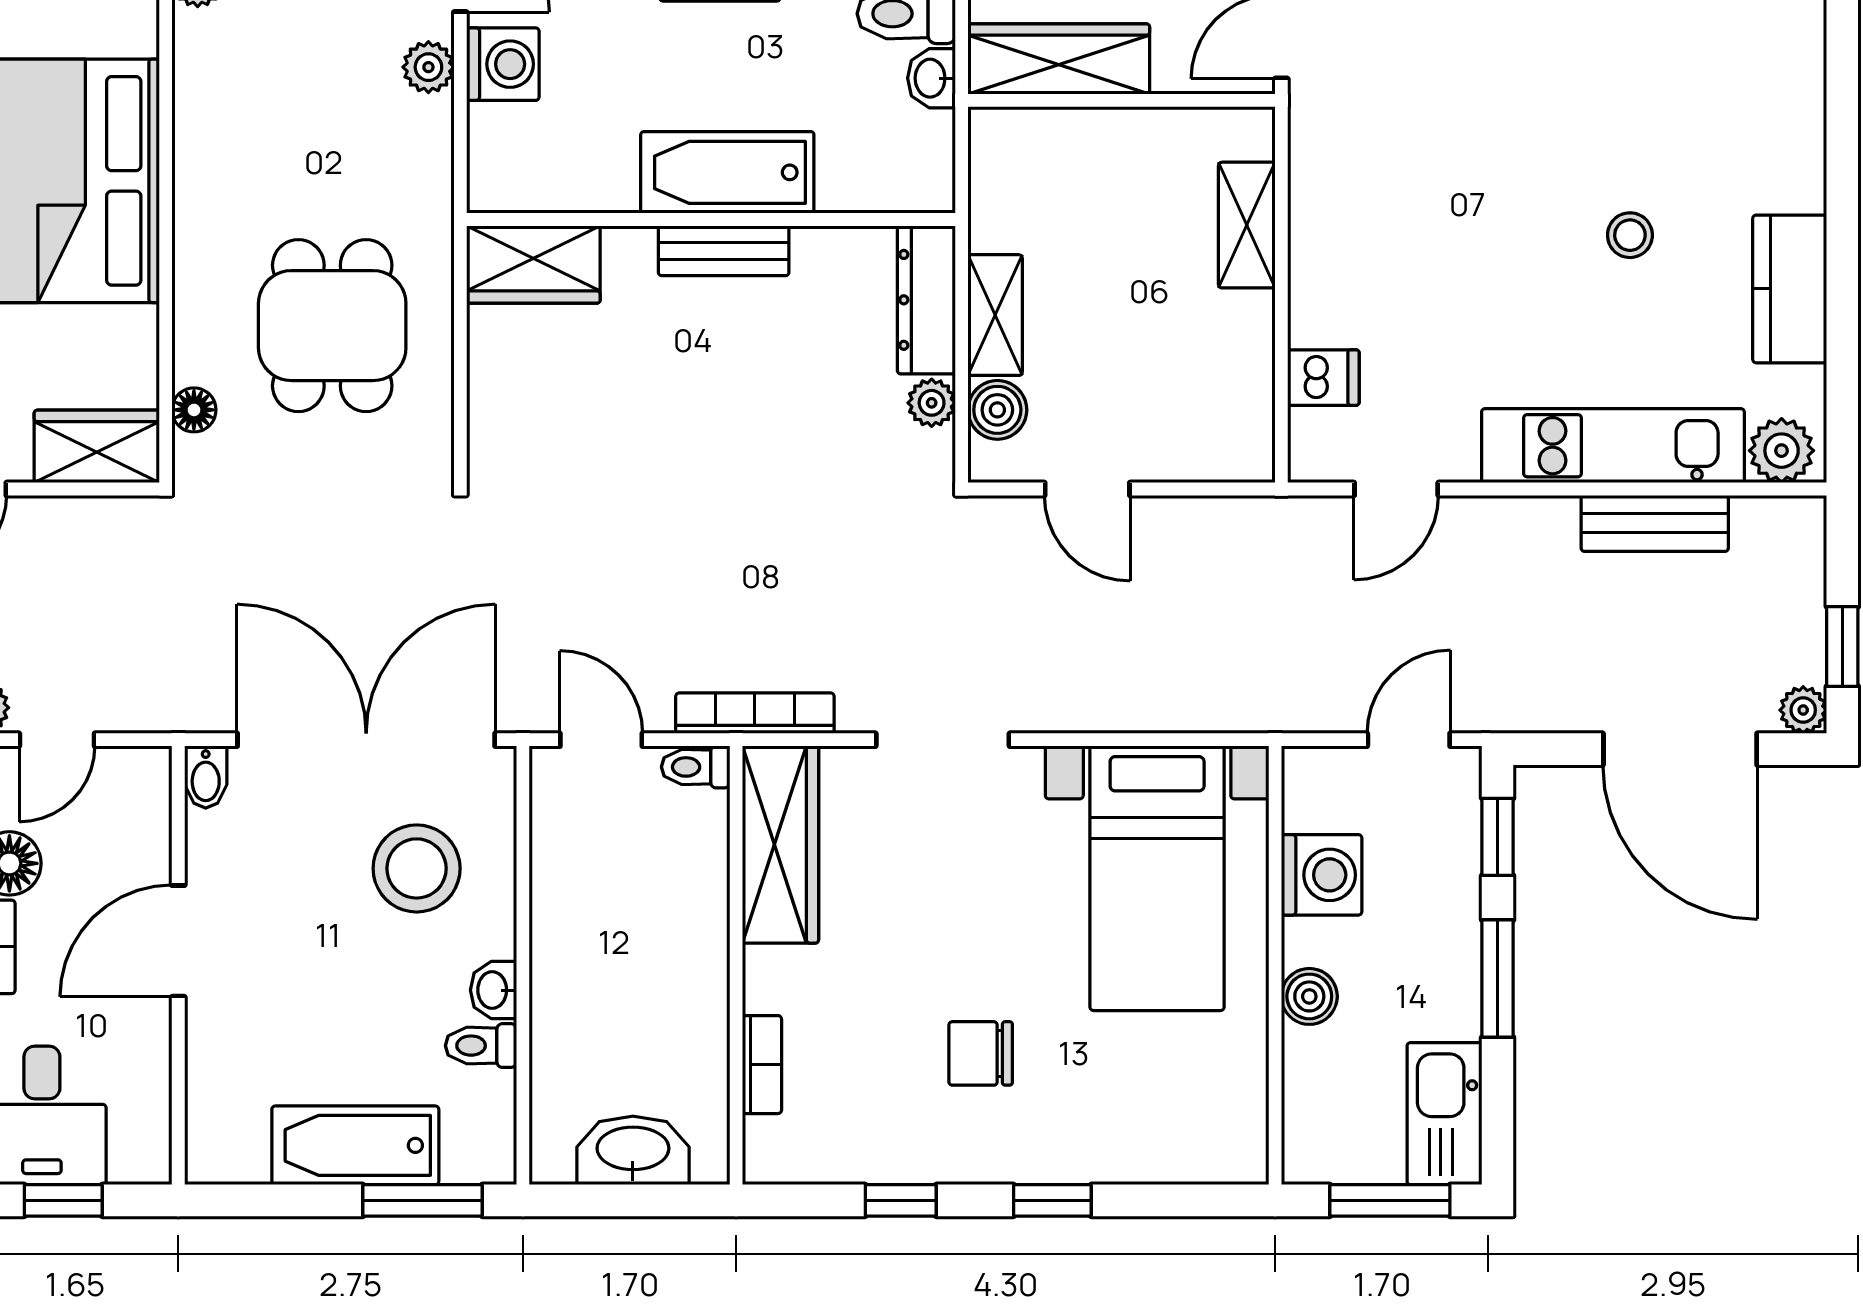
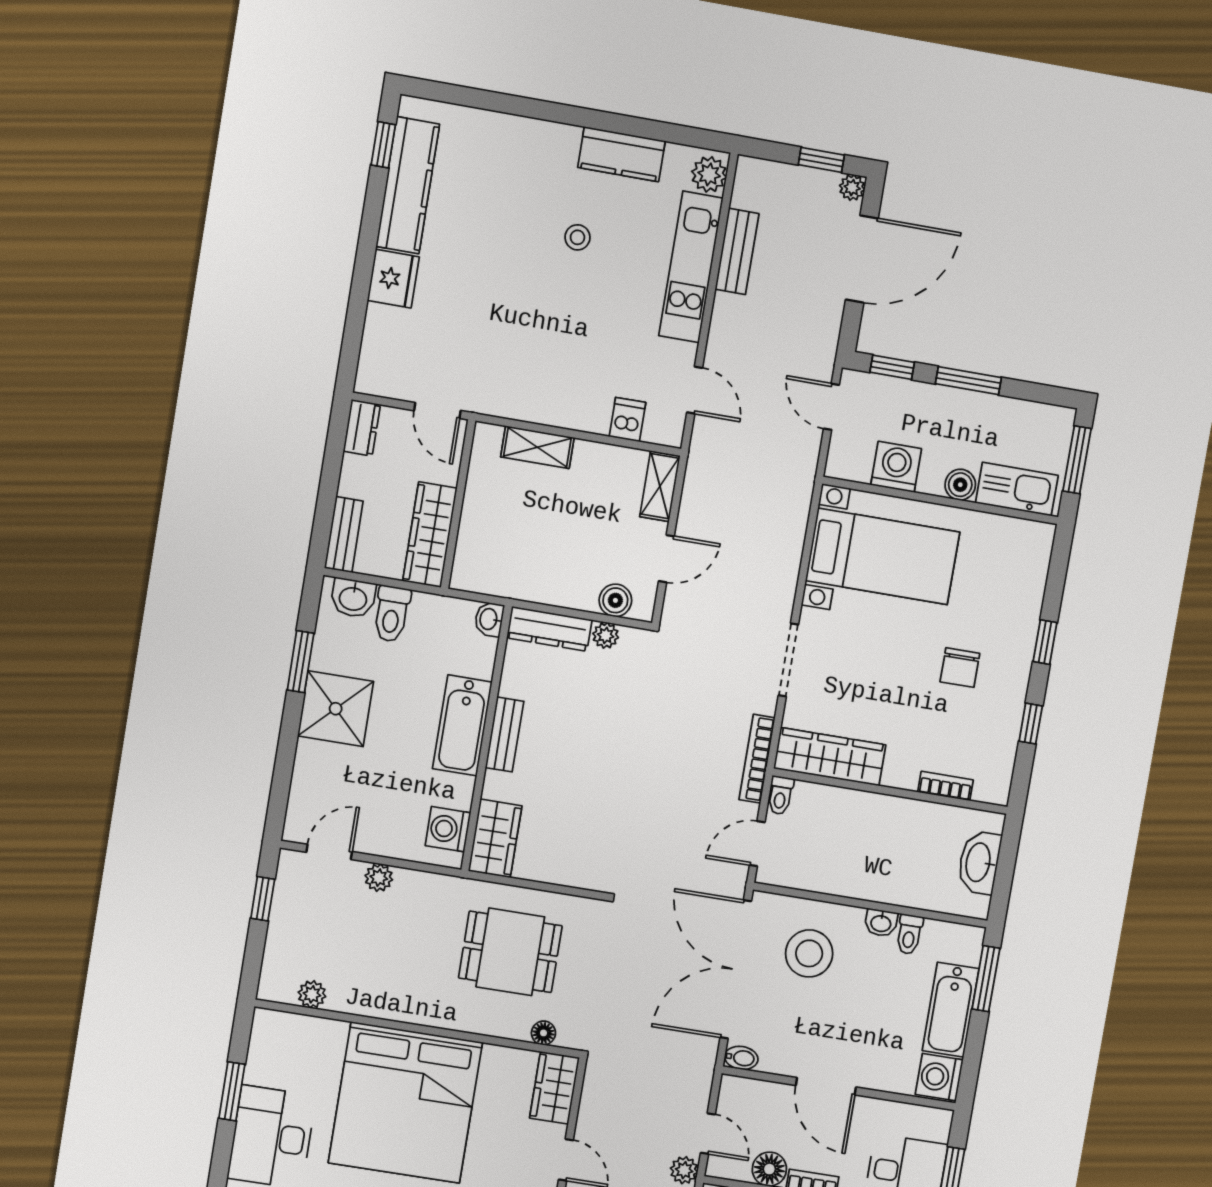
washing machine: (503, 64) -> (448, 829), moved, turned -90
washbasin: (931, 78) -> (489, 619), moved, turned 90
shelving: (995, 315) -> (660, 486), moved, turned 90
kitchen sink: (1444, 1114) -> (1017, 489), moved, turned 180
washing machine: (228, 1146) -> (939, 1077), added

